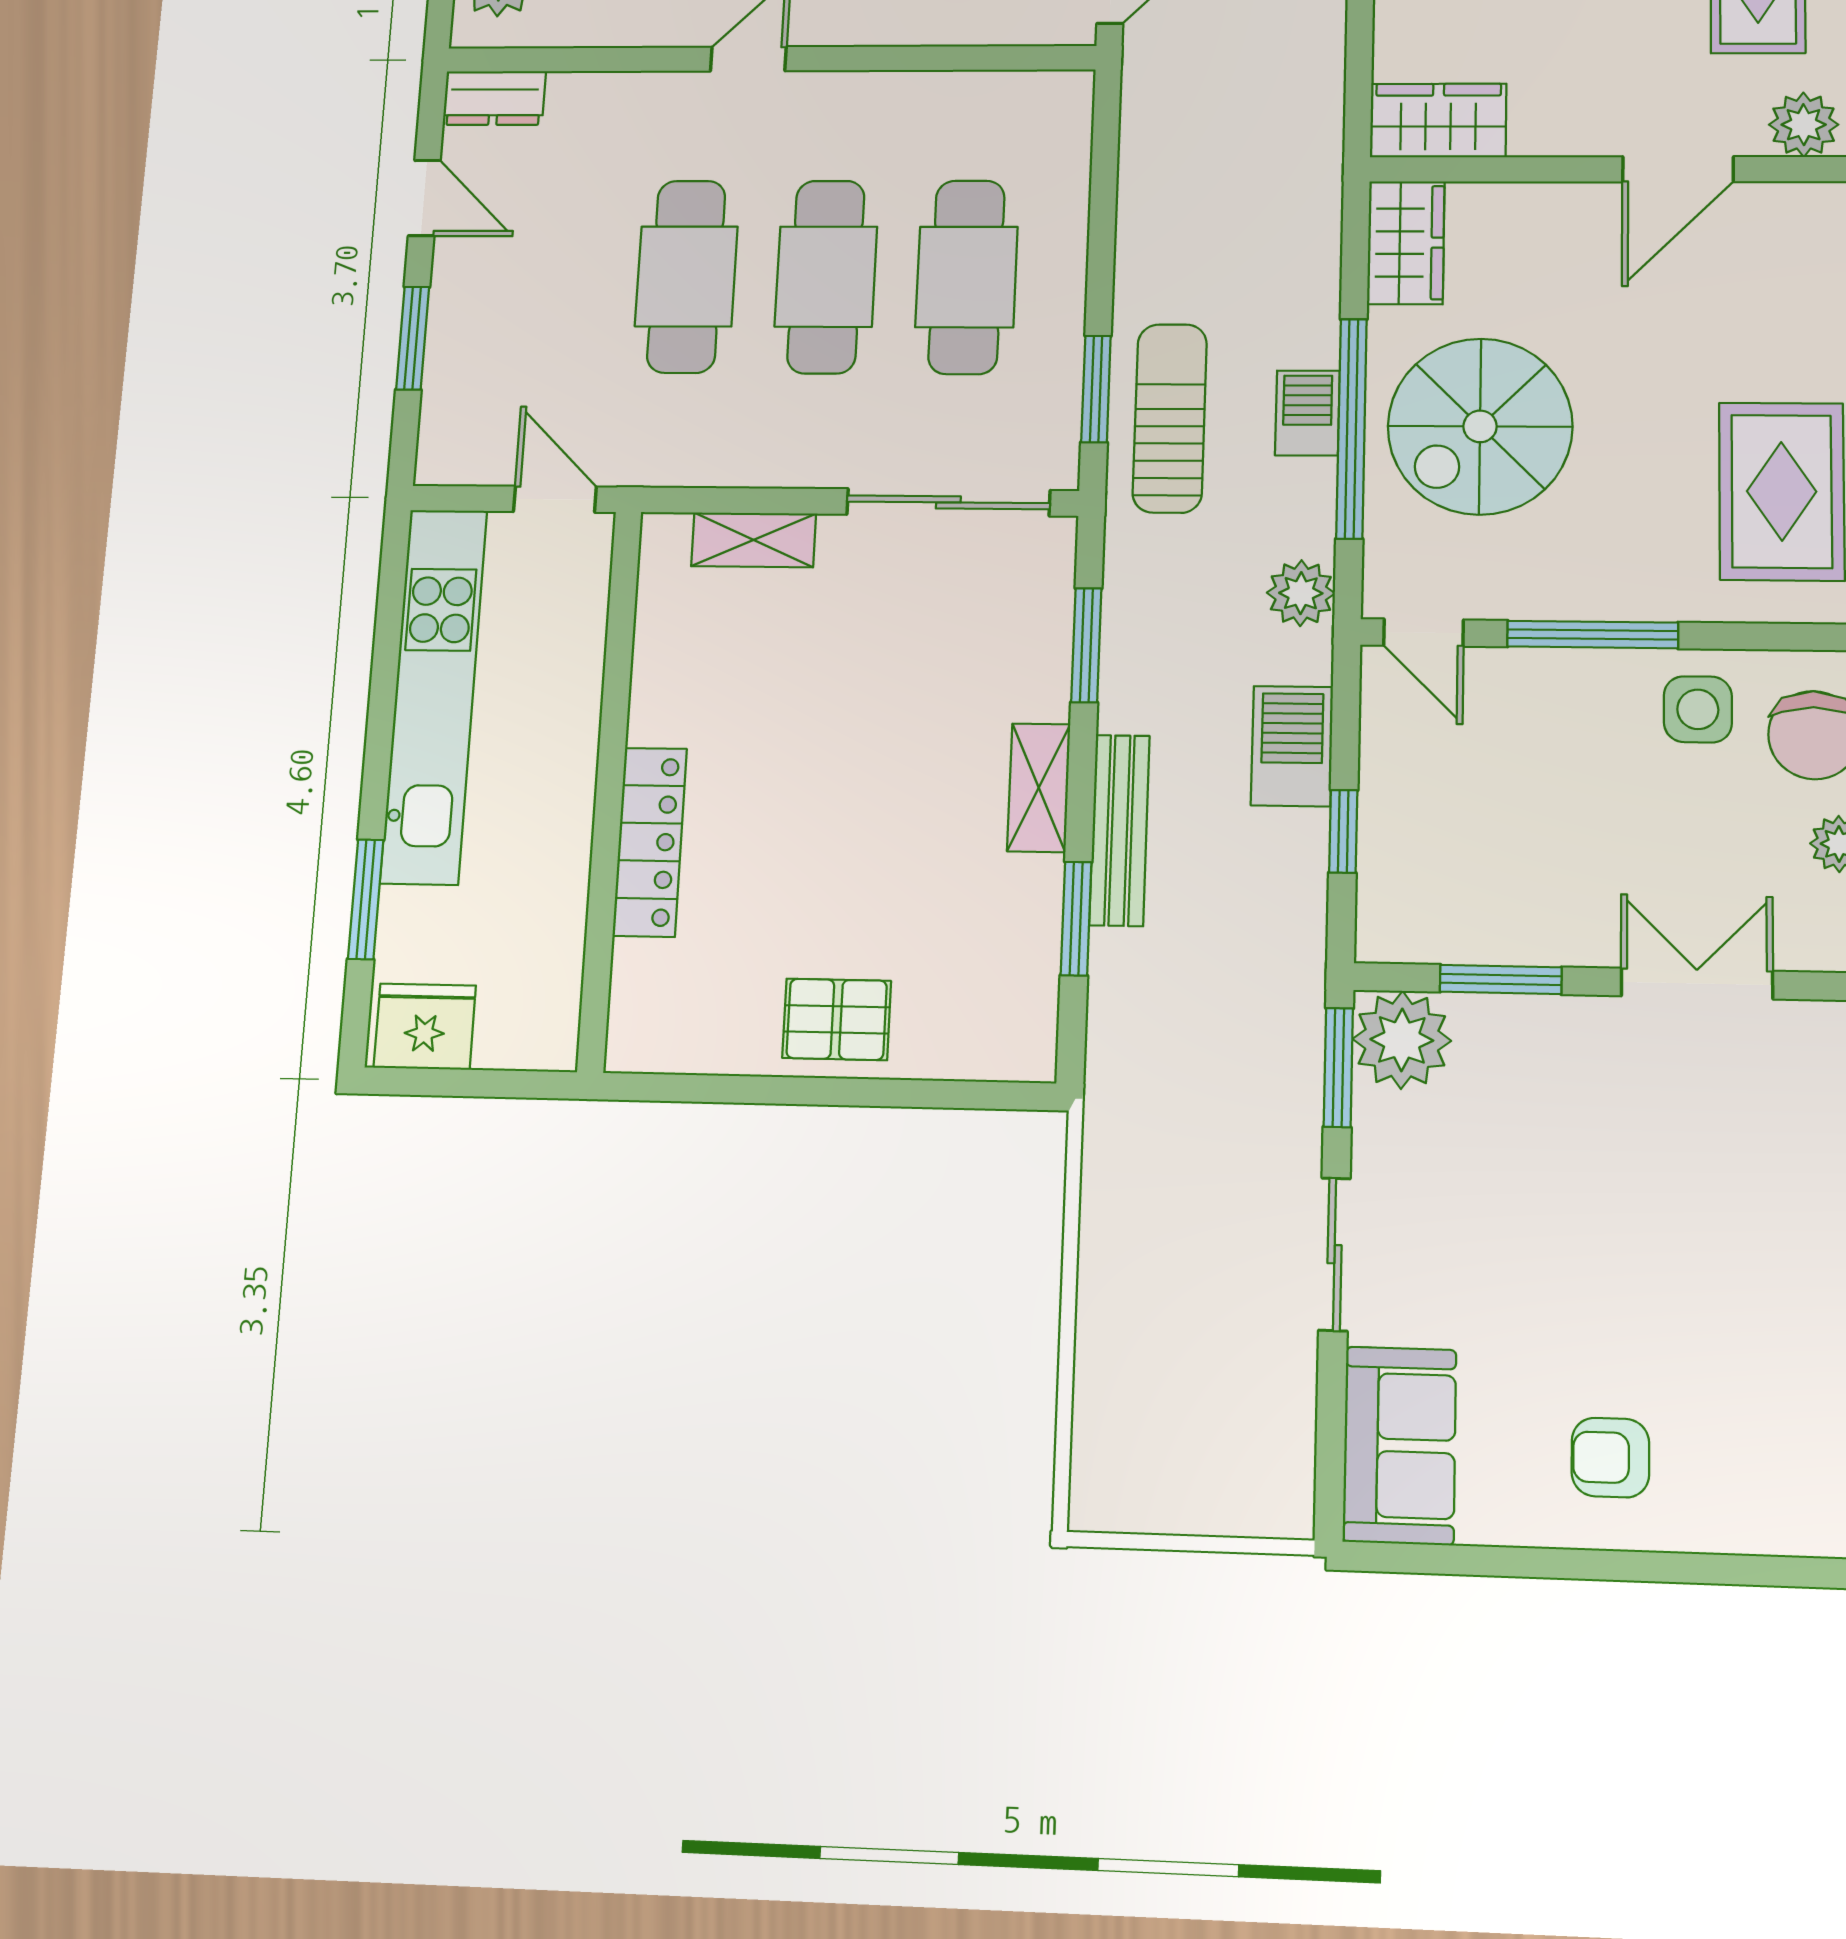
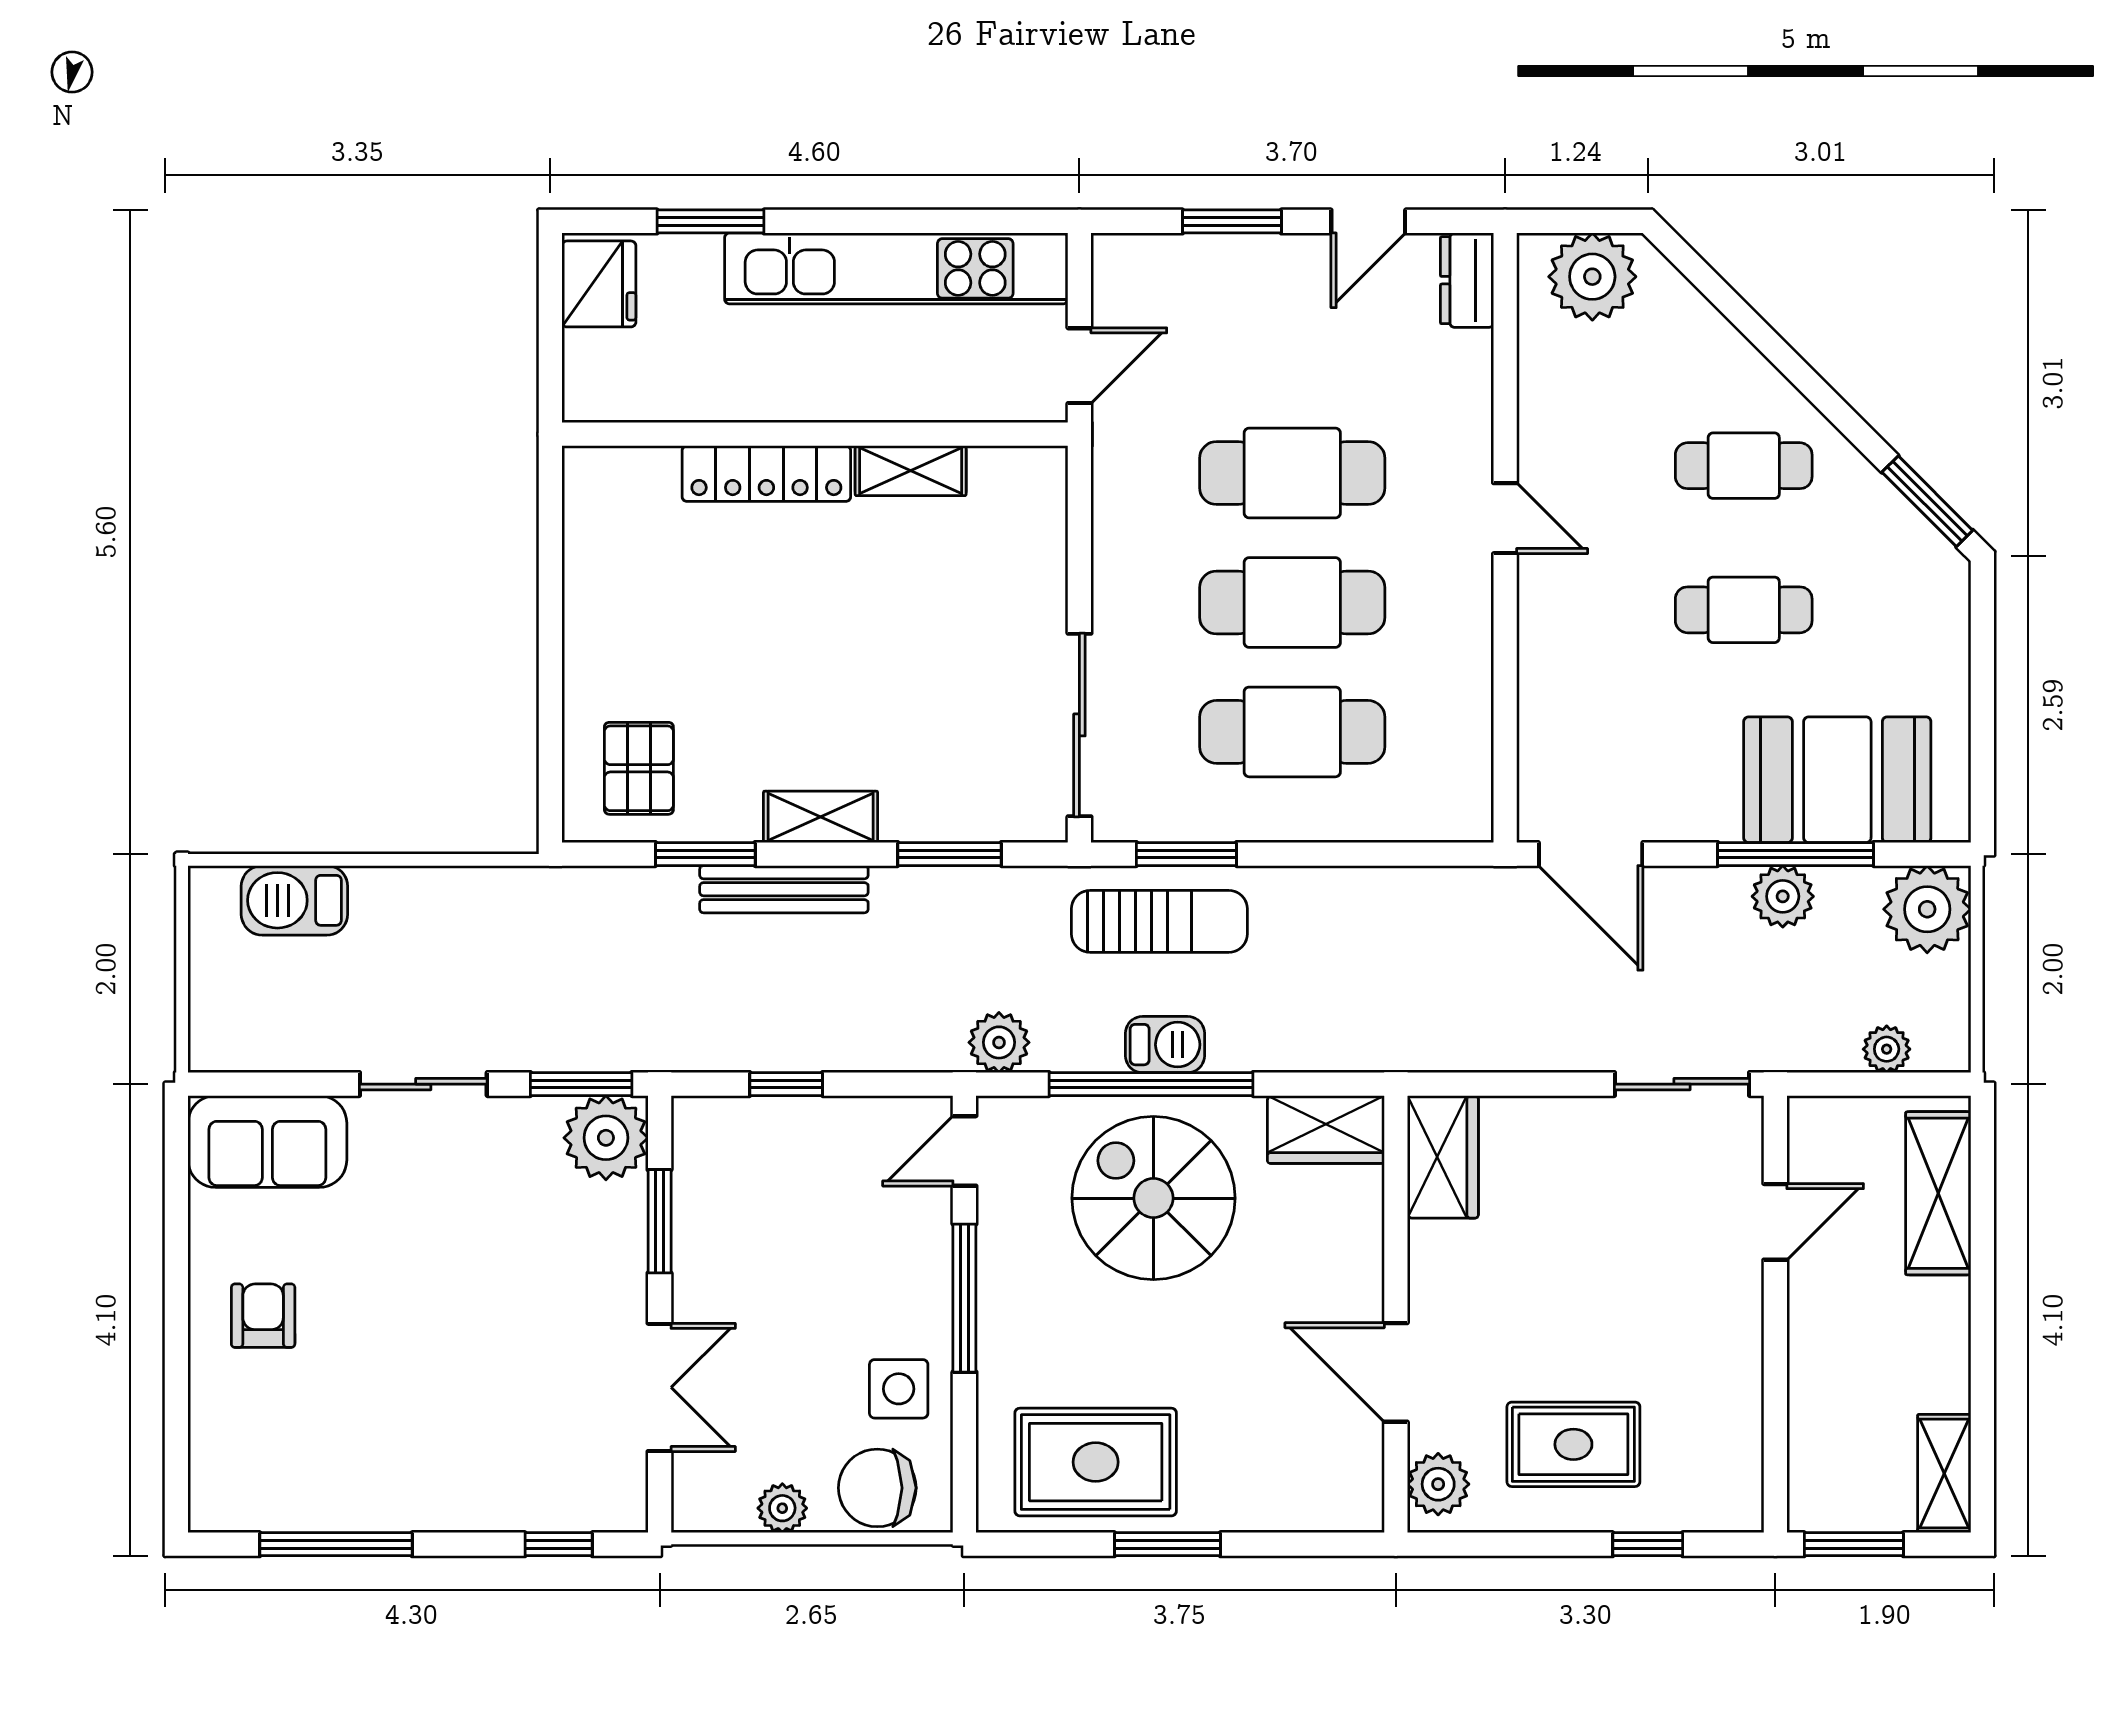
shelving: (754, 540) -> (911, 471), moved, turned 90
barbecue: (1292, 746) -> (294, 900), moved, turned 180
pallet: (837, 1019) -> (639, 768), moved

